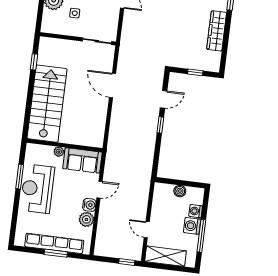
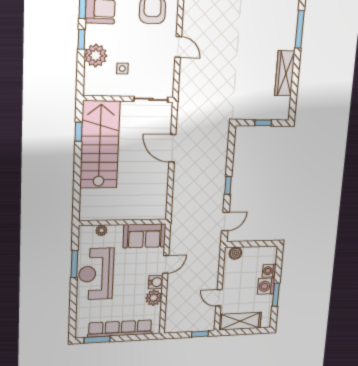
door: (164, 99) -> (225, 221), moved
stairs: (47, 104) -> (100, 145), moved
plant: (59, 152) -> (102, 230), moved
boiler: (180, 191) -> (235, 253), moved
window: (201, 236) -> (276, 295), width x0.69
window: (56, 253) -> (97, 340), moved

